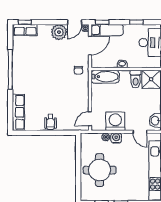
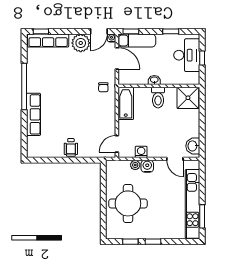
row of seats: (25, 30) -> (48, 41), width x1.48
door: (90, 45) -> (117, 58), hinge flipped
bathtub: (105, 77) -> (126, 103), moved, turned -90
toilet: (136, 79) -> (158, 98), moved
row of seats: (18, 112) -> (33, 114), moved
washing machine: (115, 121) -> (141, 152), width x0.53, depth x0.53

